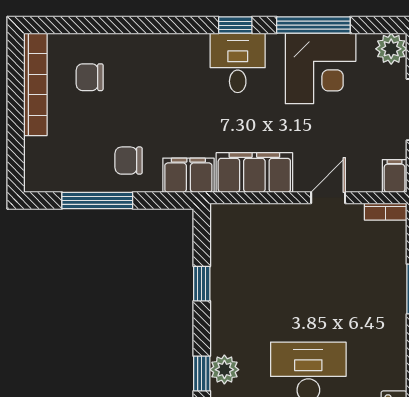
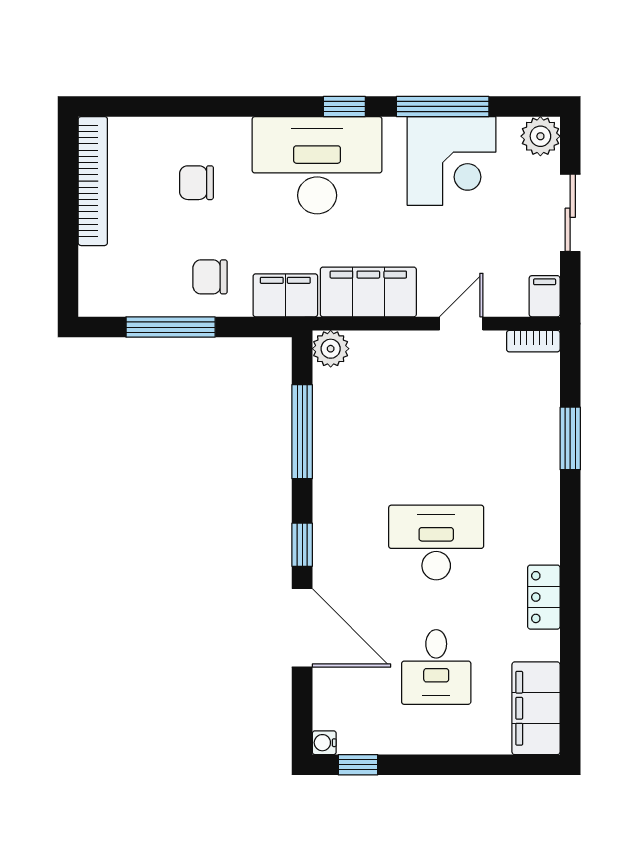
desk: (238, 63) -> (317, 165), width x1.87, depth x1.30
chair: (90, 77) -> (196, 183), moved
window: (202, 284) -> (302, 432), width x2.17
plant: (224, 370) -> (331, 349), moved

